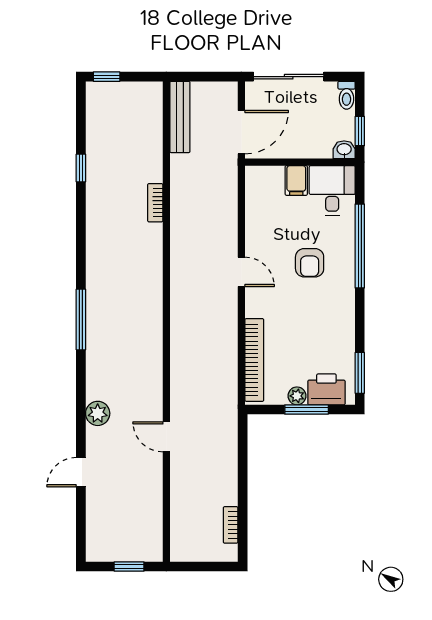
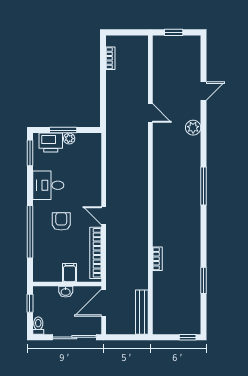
washbasin: (344, 150) -> (66, 292), moved
window: (81, 168) -> (204, 280), width x1.50
desk: (332, 190) -> (48, 185), moved, turned 90
bookcase: (254, 360) -> (96, 253), moved

